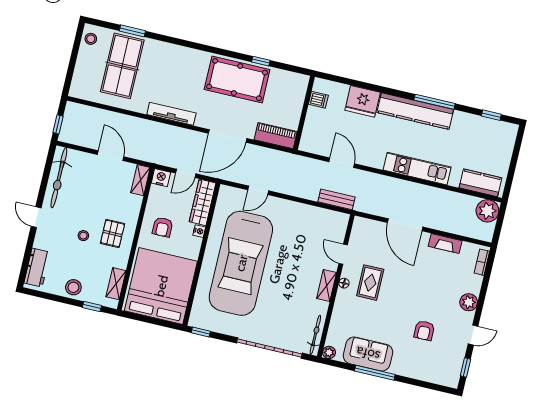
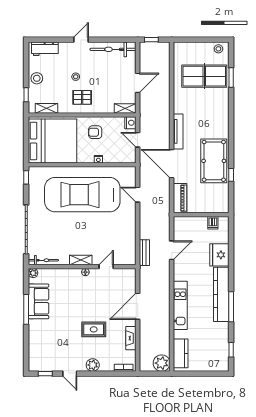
tv unit: (171, 114) -> (178, 131), moved
wardrobe: (203, 202) -> (120, 157), removed
rug: (370, 283) -> (94, 329), moved
armchair: (424, 331) -> (65, 338), removed

